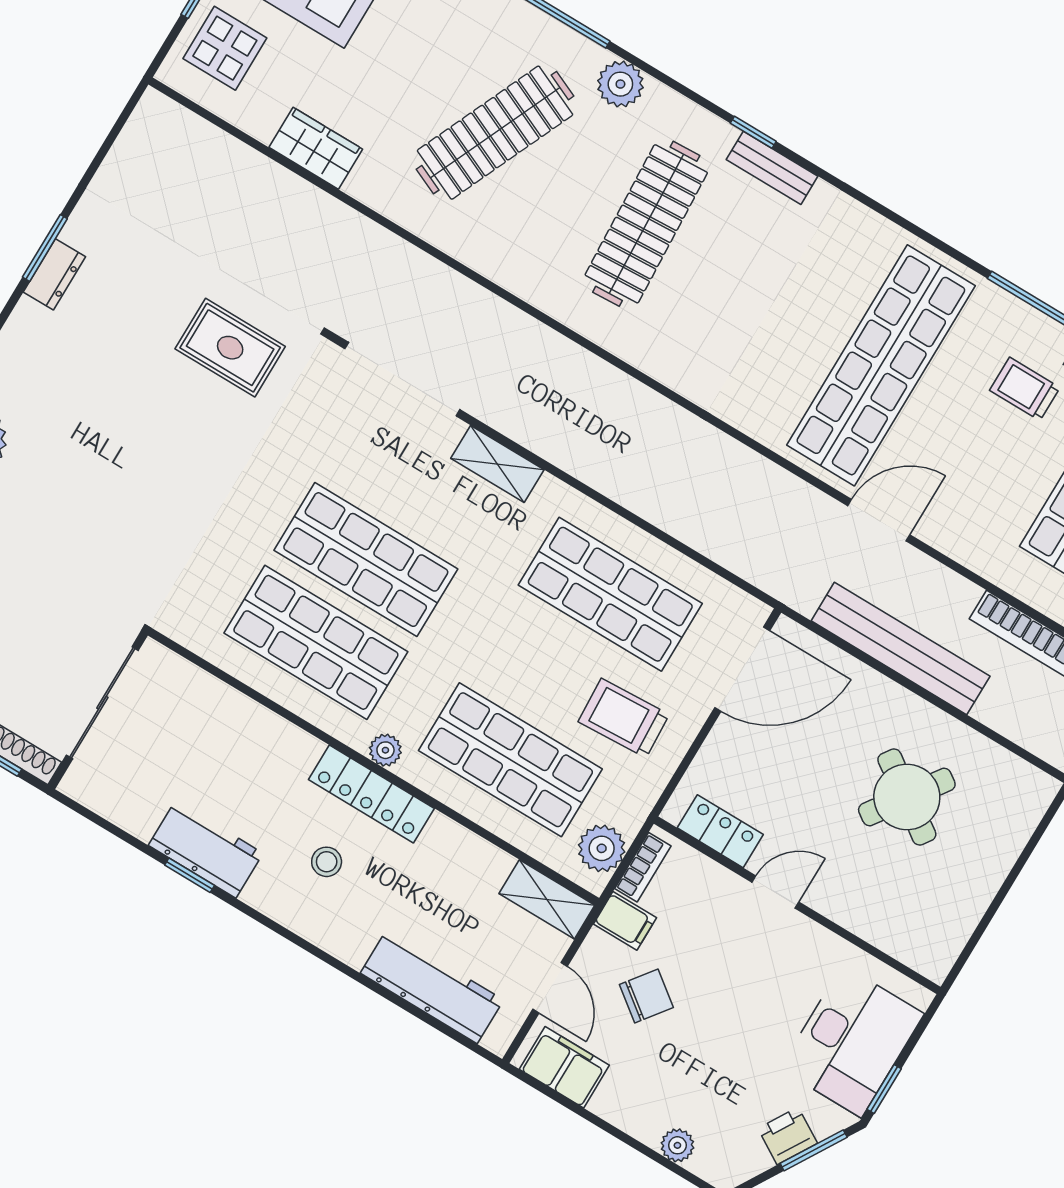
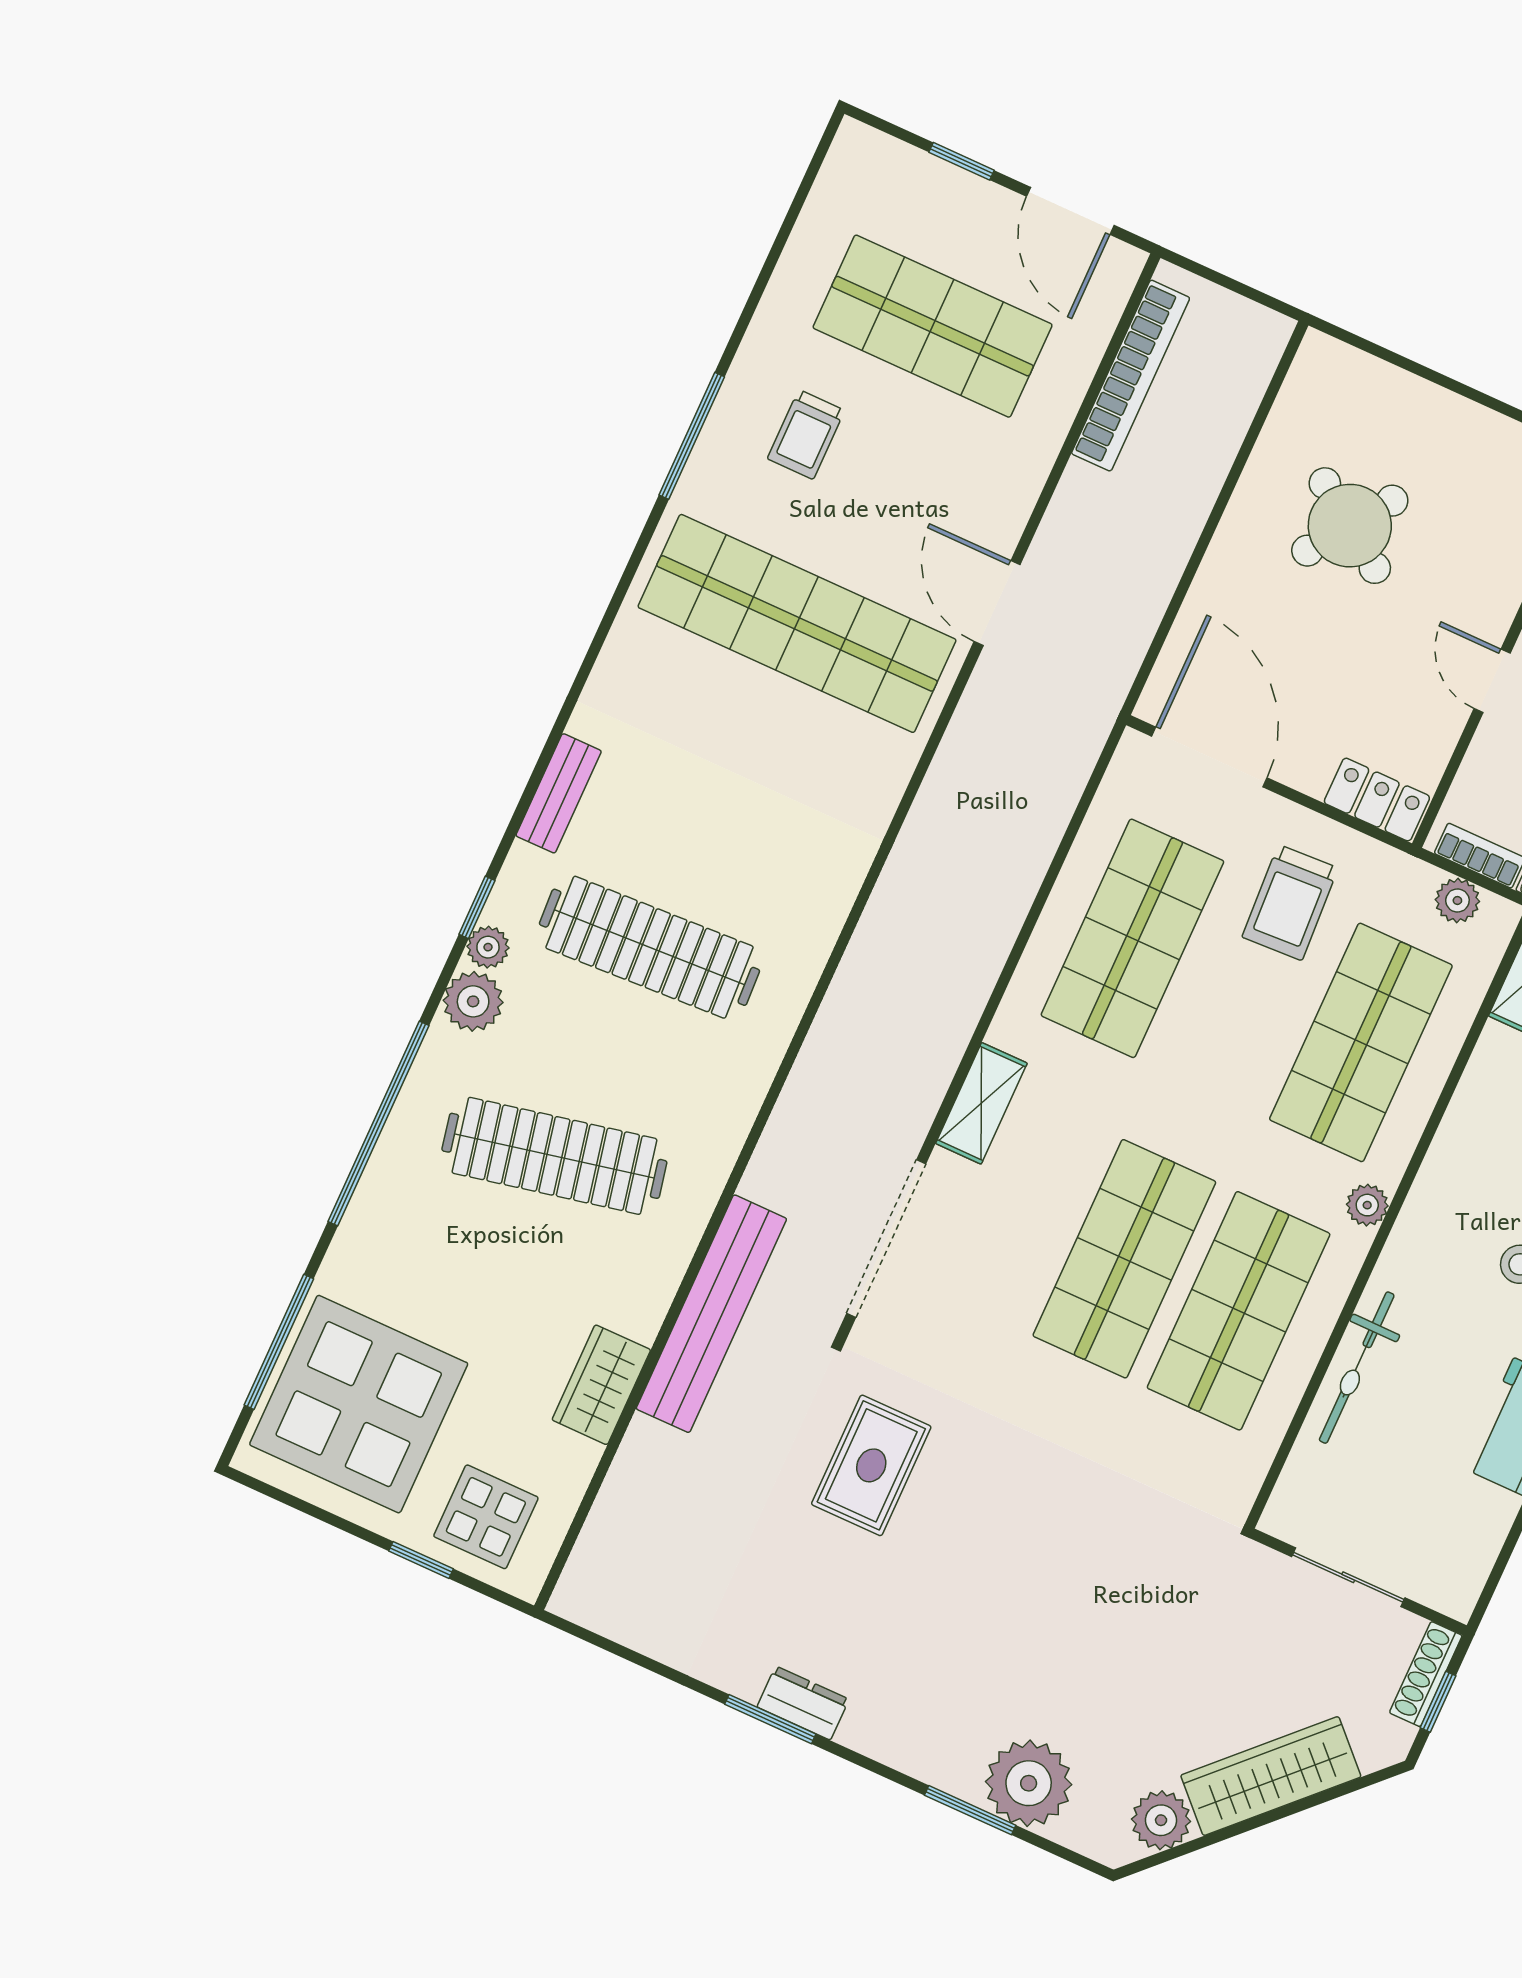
plant: (661, 100) -> (488, 947), added
window: (753, 132) -> (477, 907), moved
clothes rail: (495, 133) -> (554, 1156), turned -36
bench: (901, 648) -> (711, 1314), moved
sliding door: (102, 703) -> (1348, 1577), width x0.73
bicycle: (262, 728) -> (1357, 1368), added
locker: (371, 794) -> (1426, 1217), removed
locker: (720, 831) -> (1377, 800), moved, turned 90
plant: (602, 848) -> (1457, 900), width x0.73, depth x0.73

